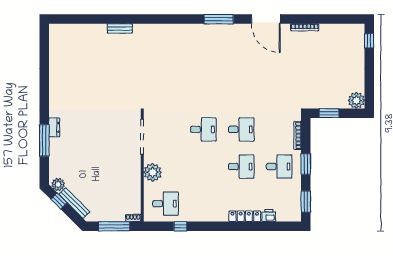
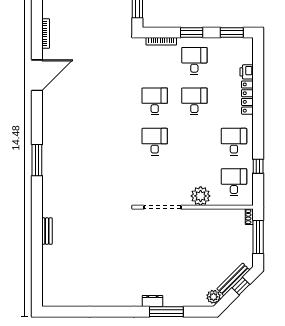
window: (219, 19) -> (37, 160), moved
window: (59, 201) -> (241, 286), moved
desk: (203, 204) -> (234, 142), added

